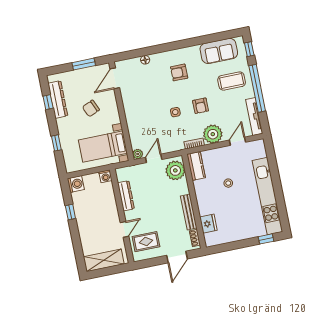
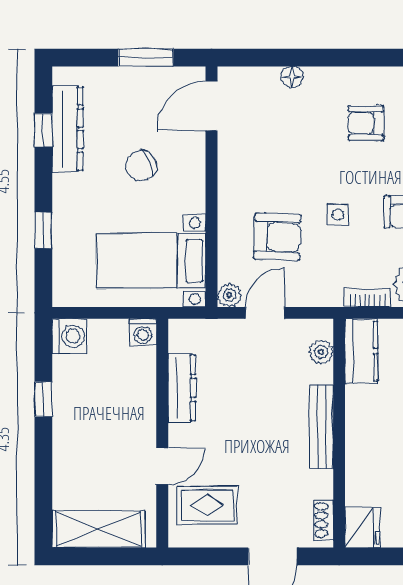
armchair: (152, 126) -> (277, 237), added
plant: (175, 170) -> (321, 352), width x0.53, depth x0.53
bench: (189, 212) -> (322, 427), moved
fridge: (208, 224) -> (362, 527), moved

